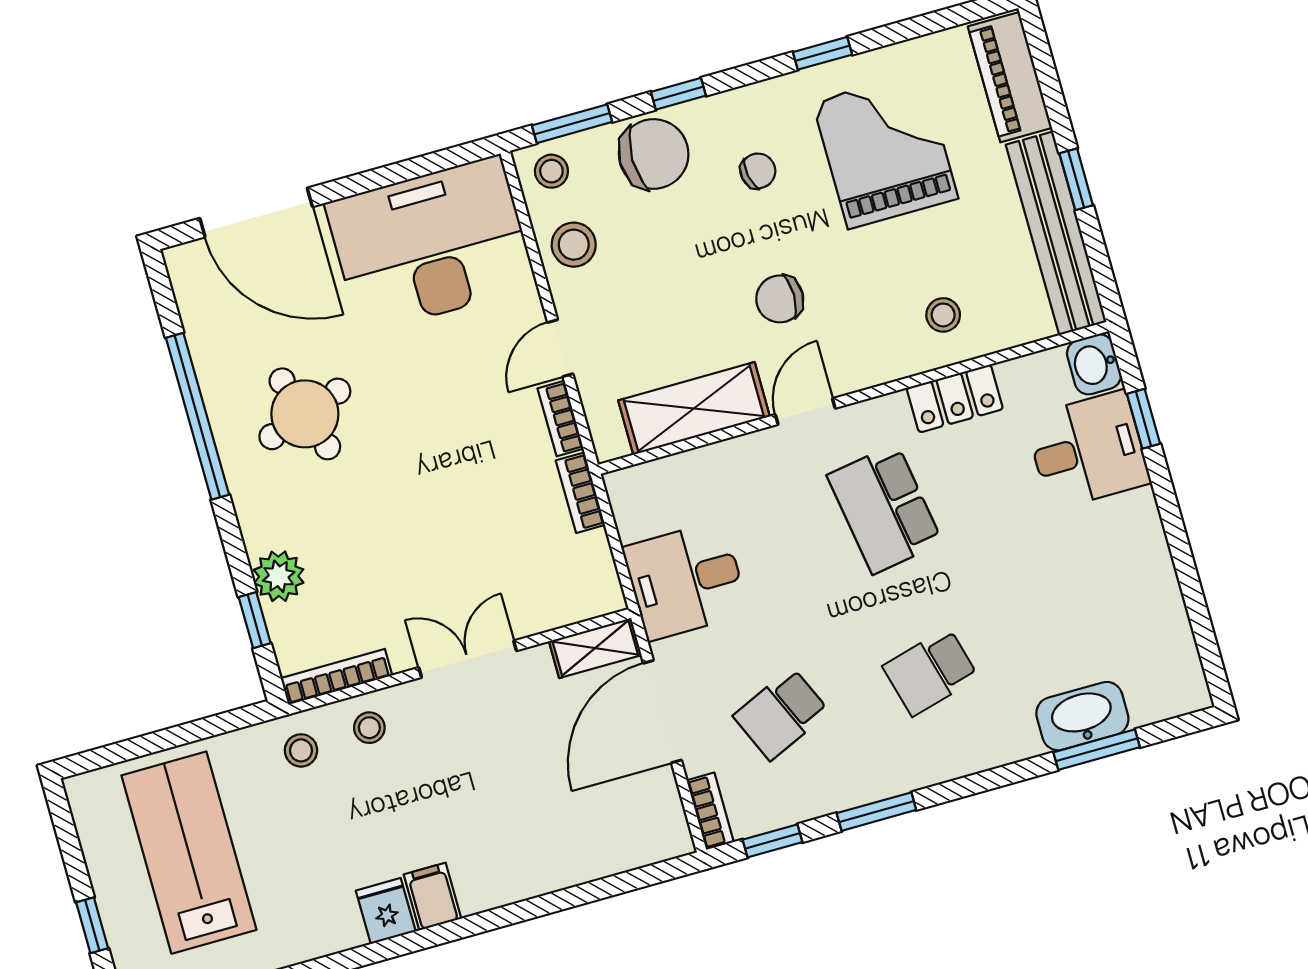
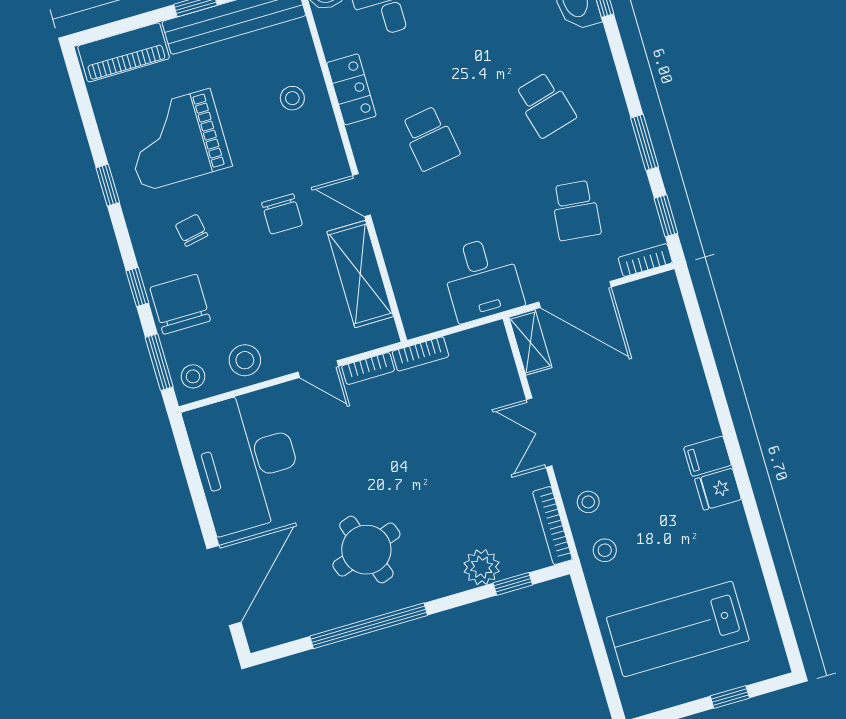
school desk: (885, 509) -> (430, 138), width x0.54
school desk: (781, 714) -> (576, 210), turned 30

